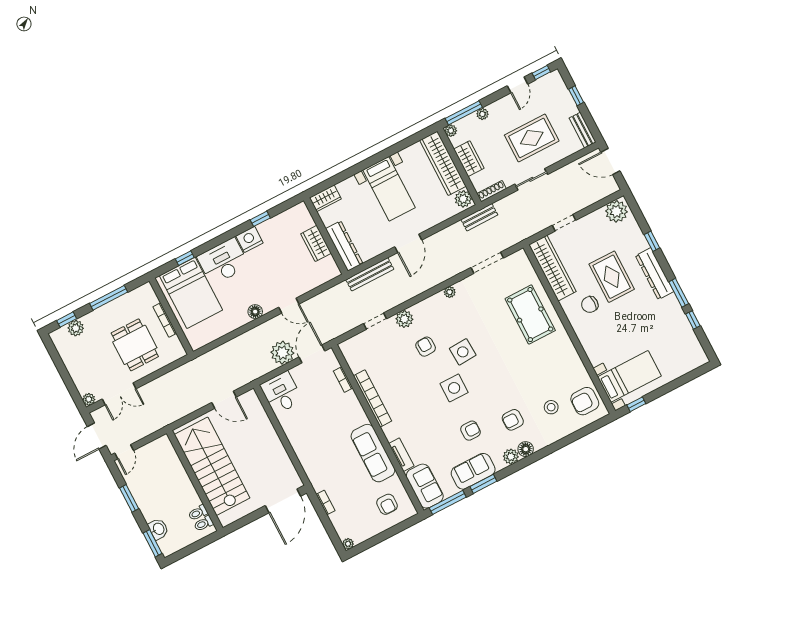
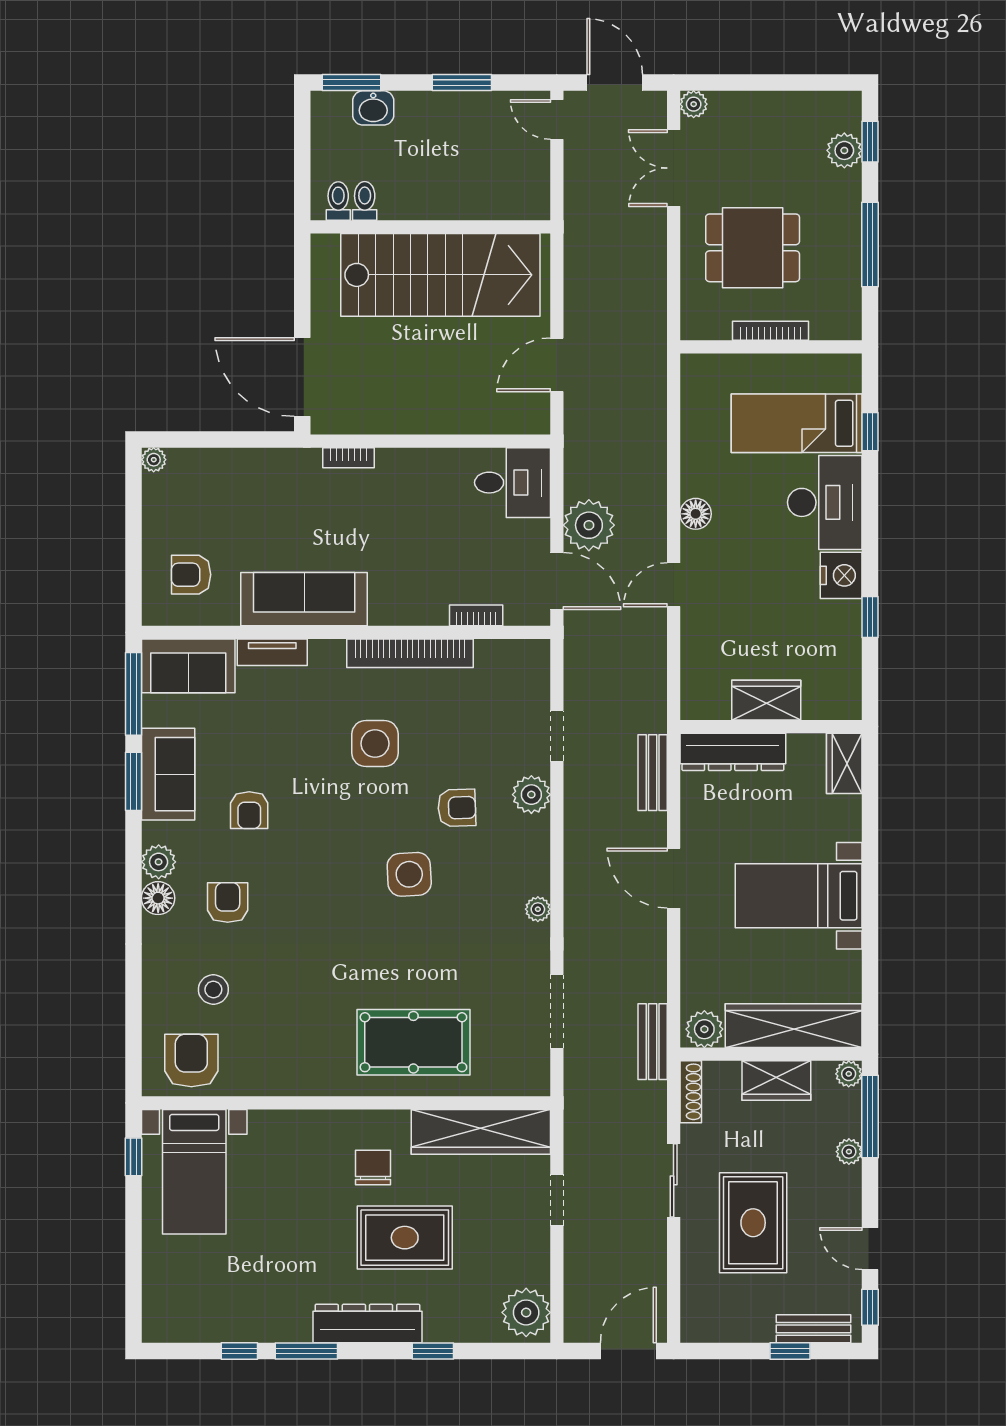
bench: (583, 130) -> (814, 1329), moved
bench: (370, 274) -> (653, 773), width x0.73
bed: (191, 293) -> (797, 423), width x0.67
side table: (454, 388) -> (375, 744), moved
bookcase: (326, 502) -> (348, 458), moved

